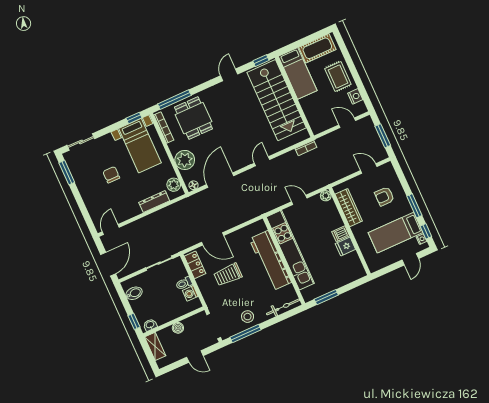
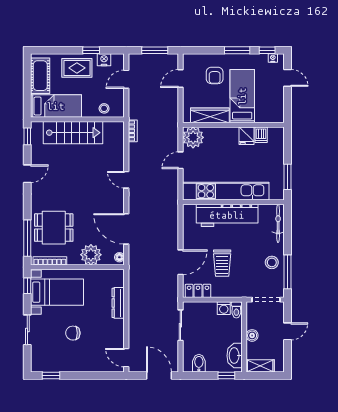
door: (229, 75) -> (27, 174), swing flipped
window: (358, 82) -> (91, 50), added
stairs: (277, 100) -> (73, 133), width x0.73, depth x0.66
stool: (314, 115) -> (104, 108), added
sliding door: (81, 142) -> (27, 330), moved
window: (67, 173) -> (51, 376), width x0.67
plant: (174, 185) -> (110, 276), removed
plant: (326, 196) -> (193, 137), width x1.87, depth x1.87
bed: (396, 233) -> (242, 96), moved, turned 180
dishwasher: (341, 234) -> (261, 135), moved
toilet: (184, 283) -> (236, 310), moved
washbasin: (150, 325) -> (235, 356), width x1.91, depth x1.45

